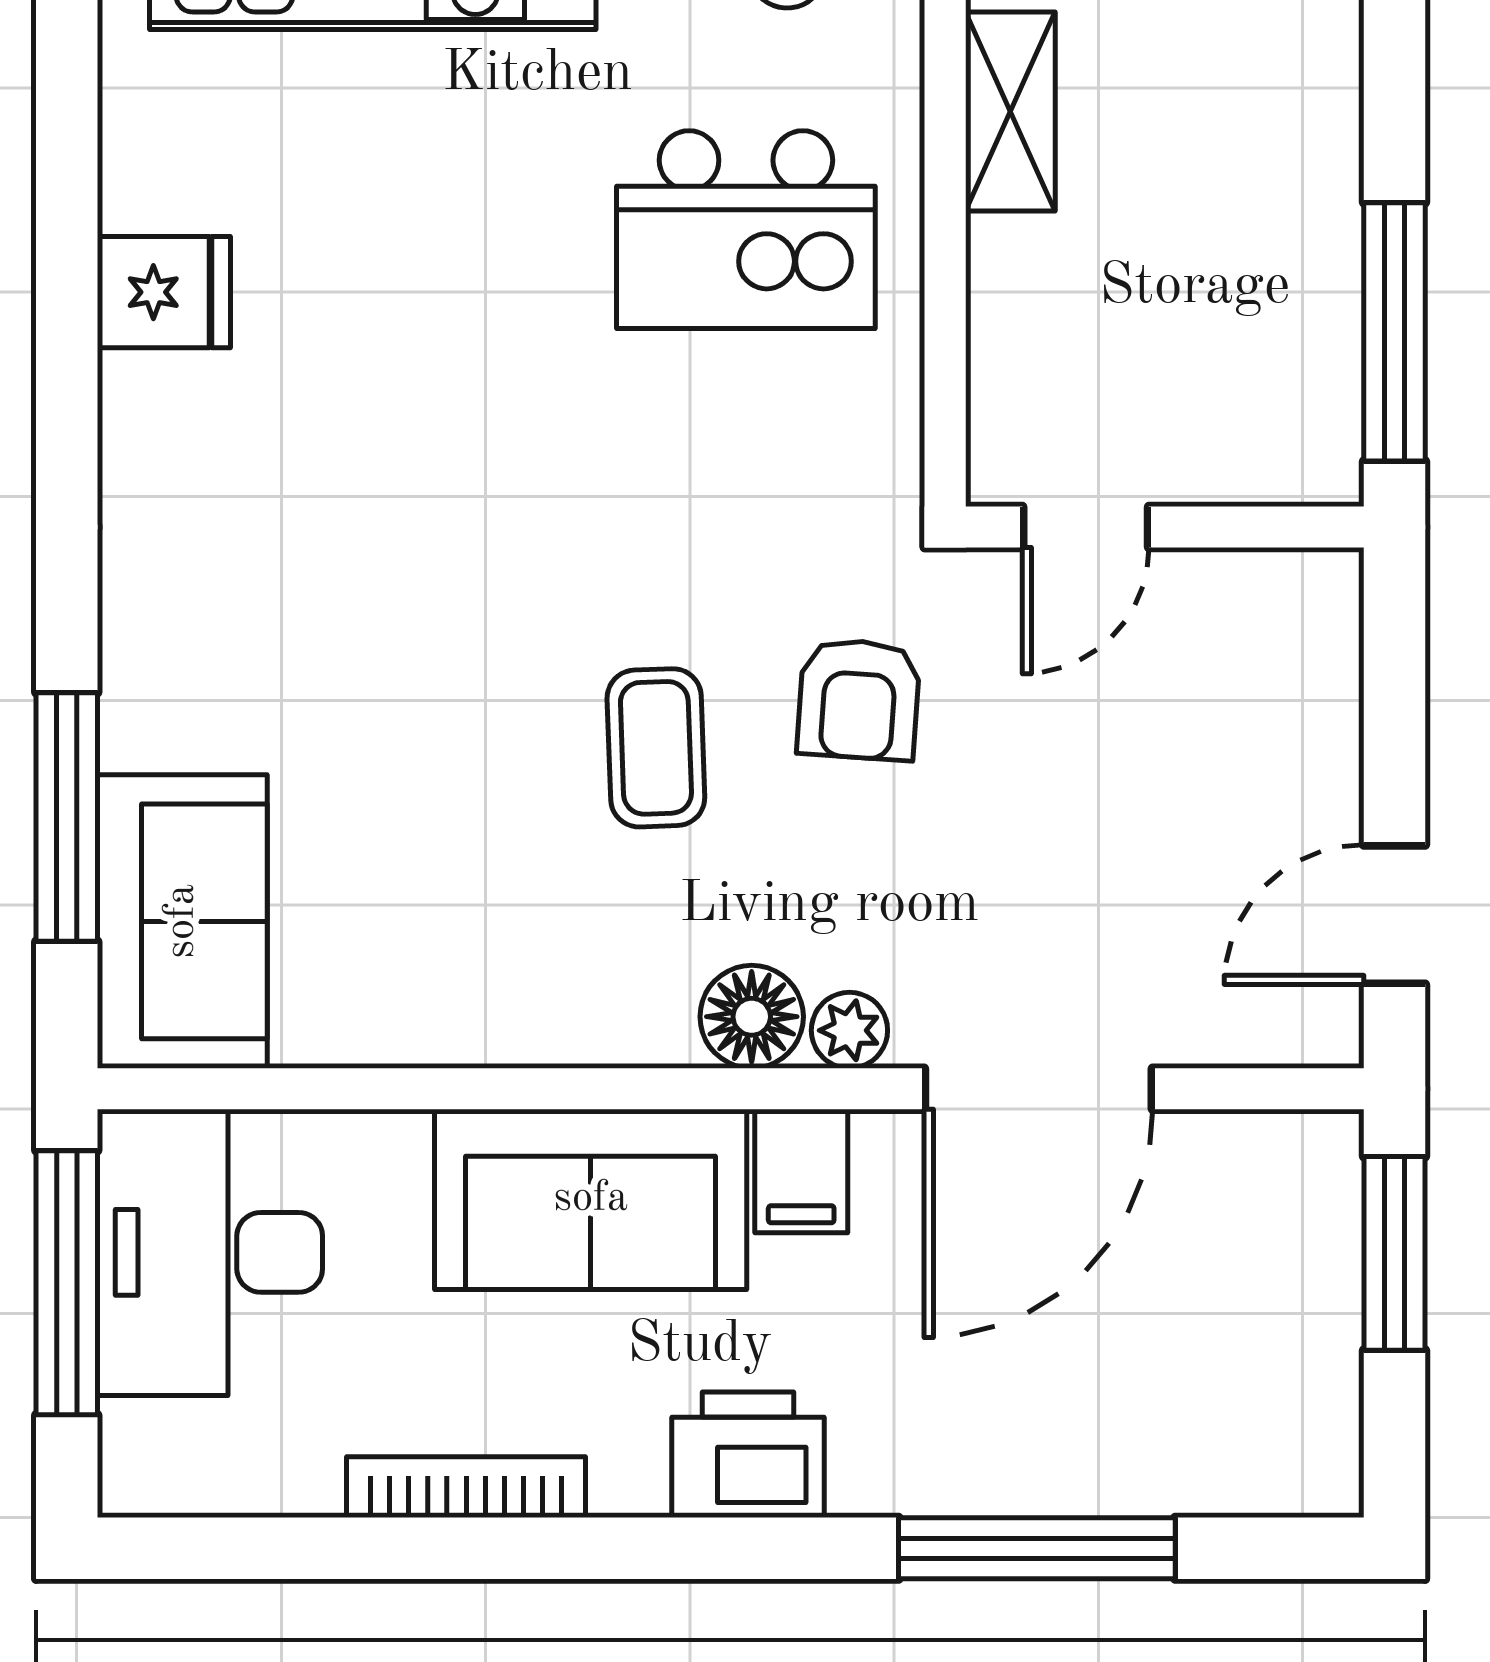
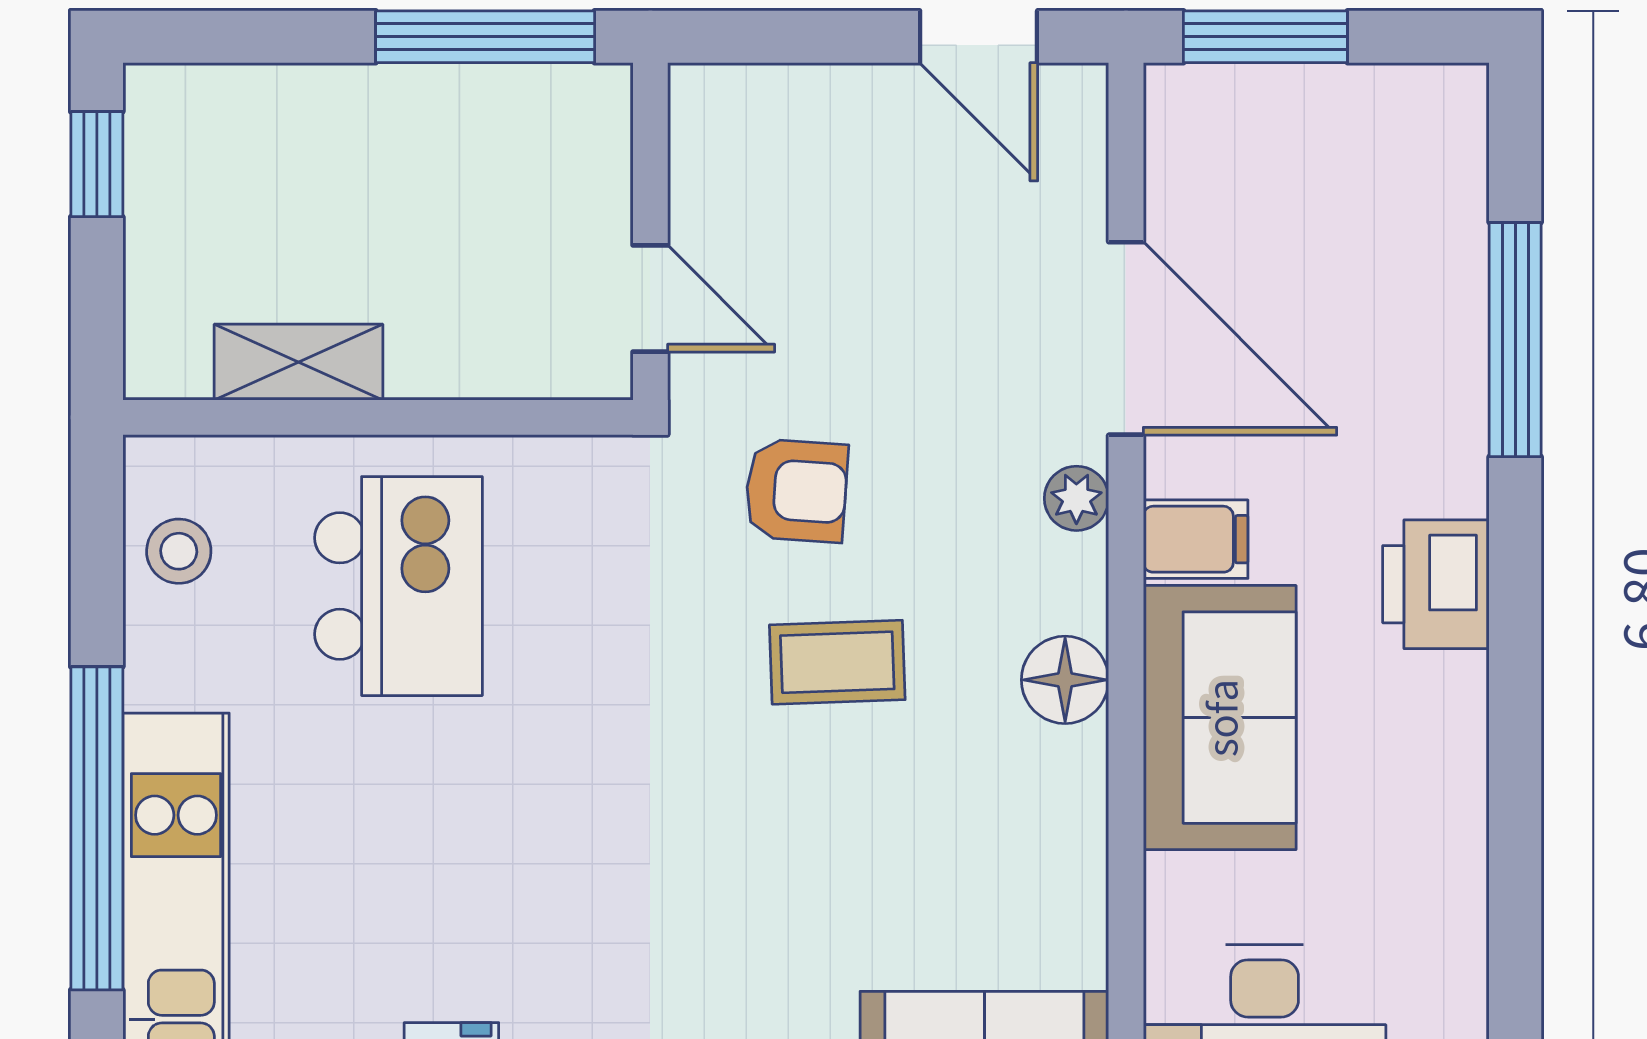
floor lamp: (752, 1017) -> (1065, 680), moved
bookcase: (466, 1487) -> (1463, 823), removed

